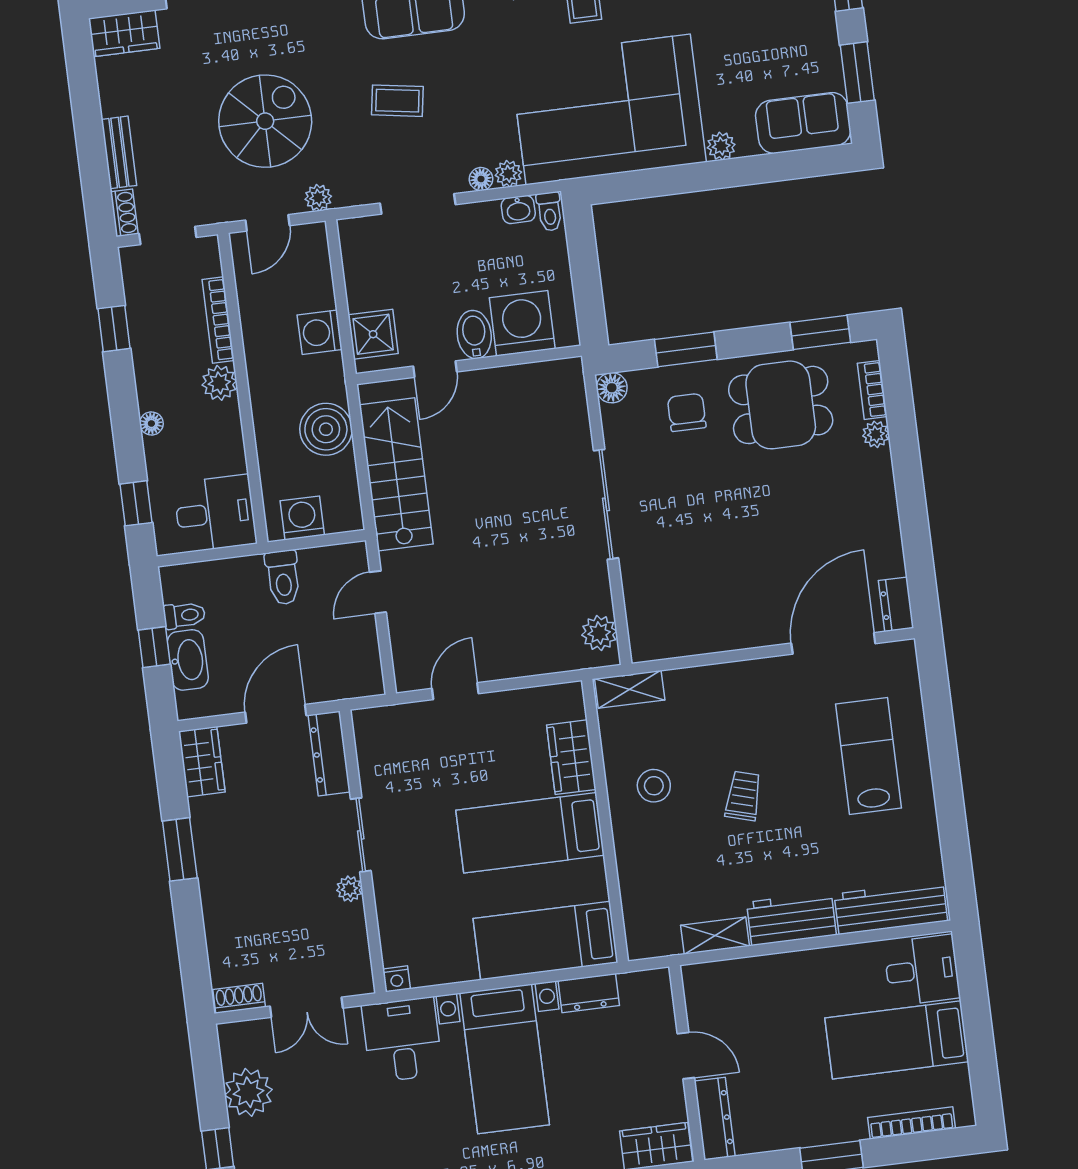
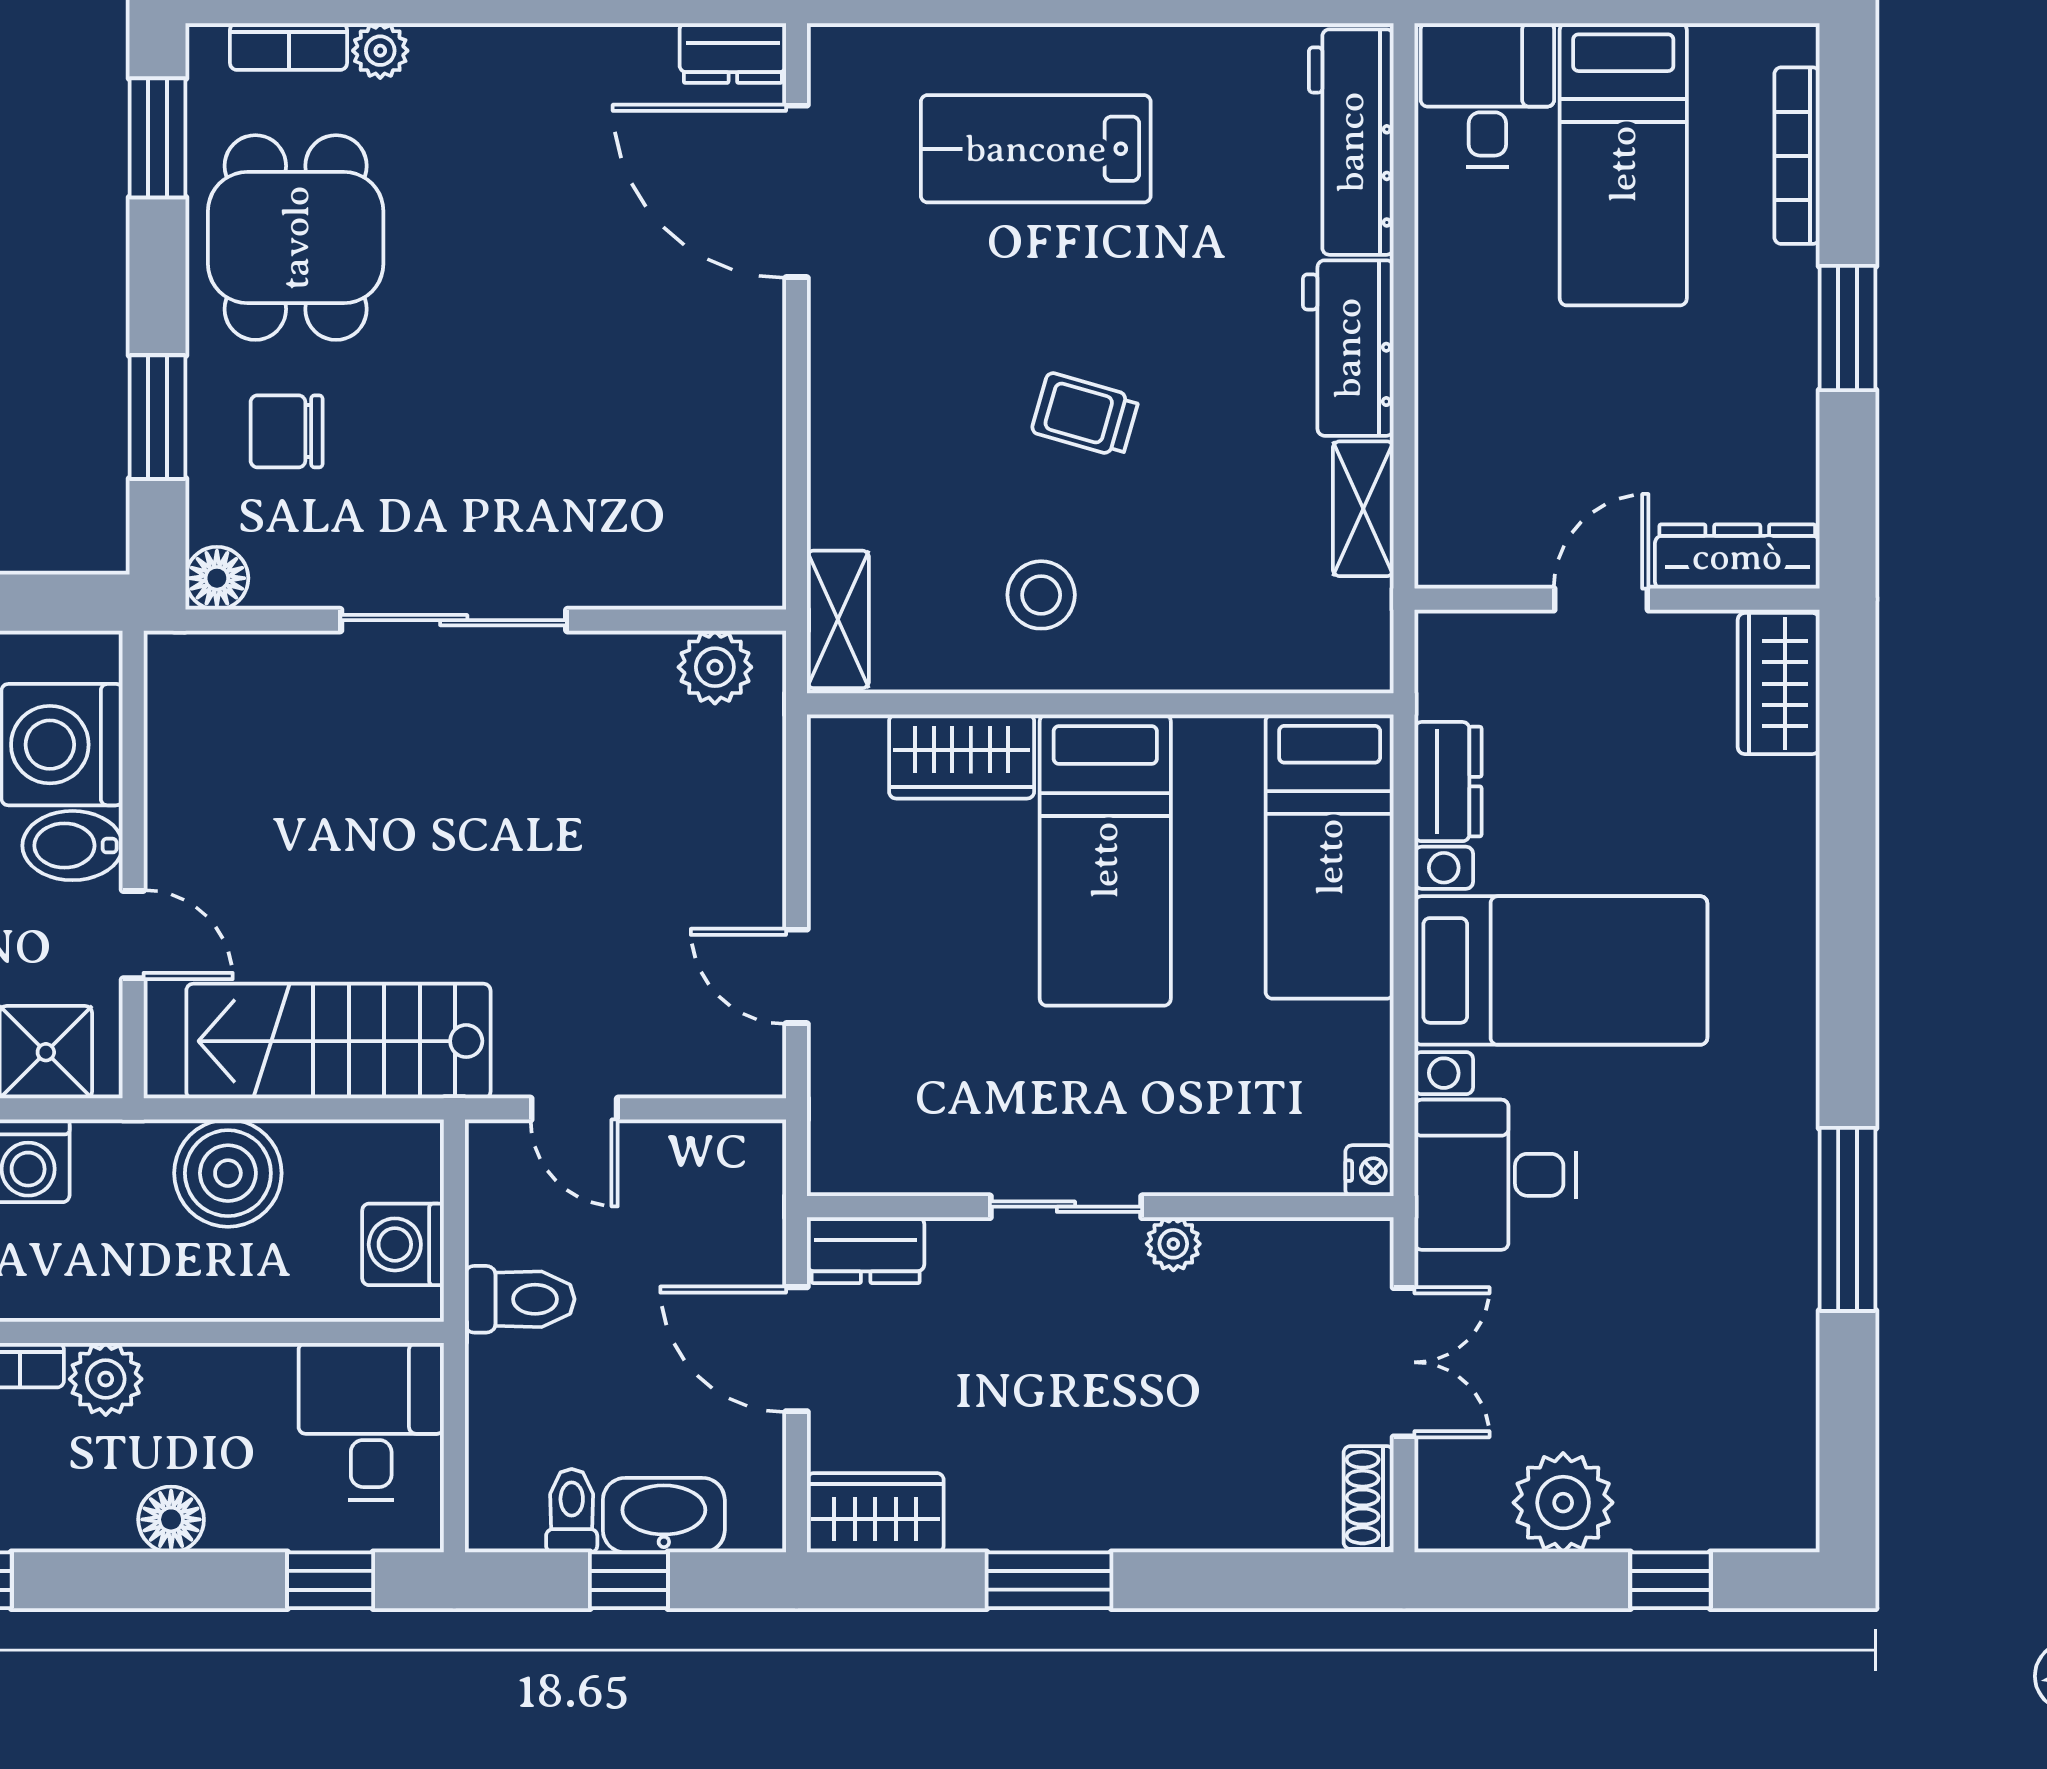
floor lamp: (151, 423) -> (171, 1519), width x1.37, depth x1.37
dresser: (329, 753) -> (866, 1250), width x0.70

